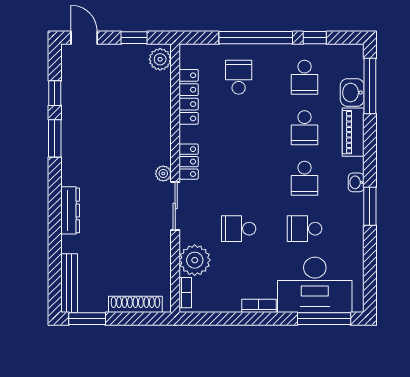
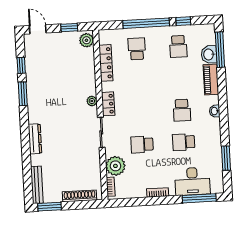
school desk: (305, 128) -> (180, 78), removed
plant: (163, 173) -> (92, 101), moved
window: (370, 206) -> (226, 158), moved
desk: (315, 285) -> (192, 181), width x0.73, depth x0.77

